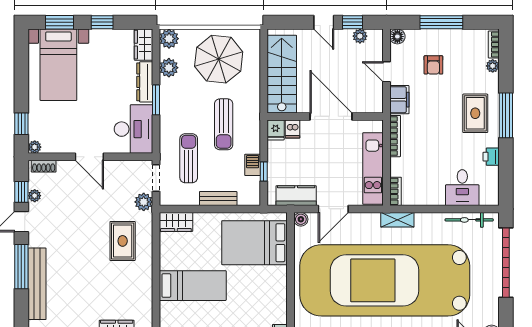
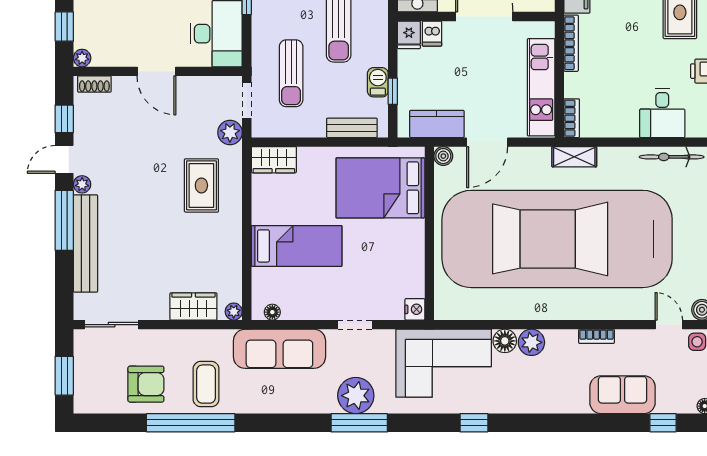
sun lounger: (189, 158) -> (291, 73), turned 180
plant: (35, 196) -> (82, 184), moved
bench: (218, 198) -> (352, 128), moved

